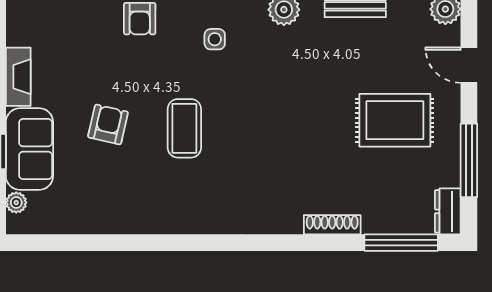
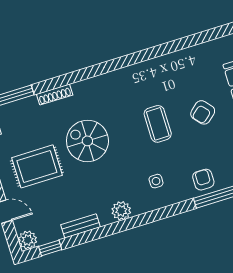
armchair: (108, 125) -> (203, 112), turned 36
spiral stairs: (303, 136) -> (87, 141), added

